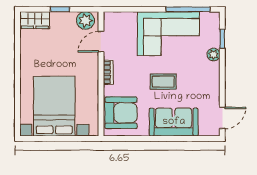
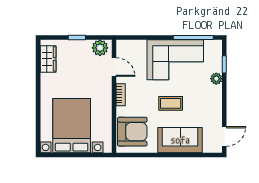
wardrobe: (35, 20) -> (48, 59), moved, turned -90
door: (101, 42) -> (114, 67), swing flipped

